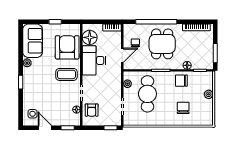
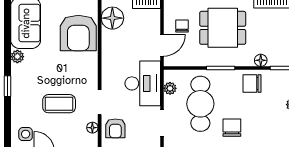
dining table: (162, 44) -> (223, 28), turned 90
armchair: (67, 47) -> (78, 33), turned 180
desk: (94, 60) -> (143, 83), moved, turned 180
coffee table: (66, 74) -> (59, 104), moved
chair: (183, 108) -> (232, 128), moved

